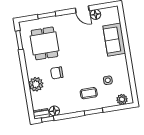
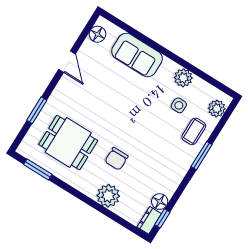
door: (82, 9) -> (67, 62), hinge flipped
floor lamp: (95, 14) -> (98, 34), moved
plant: (123, 71) -> (183, 78), added
coffee table: (89, 93) -> (194, 131), moved

